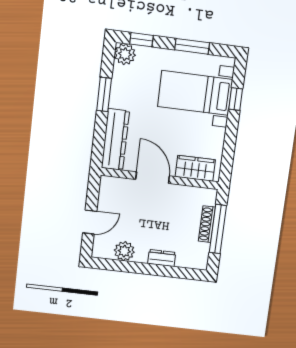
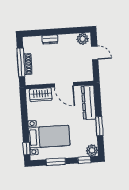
window: (236, 99) -> (27, 149), moved
door: (90, 222) -> (95, 53), swing flipped
plant: (124, 251) -> (83, 39), moved

